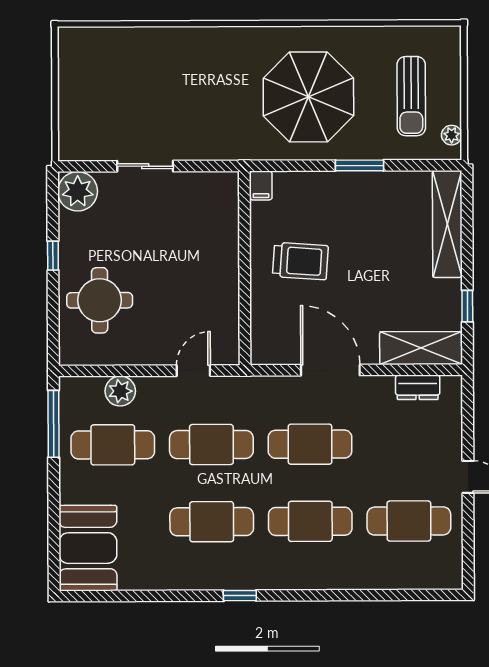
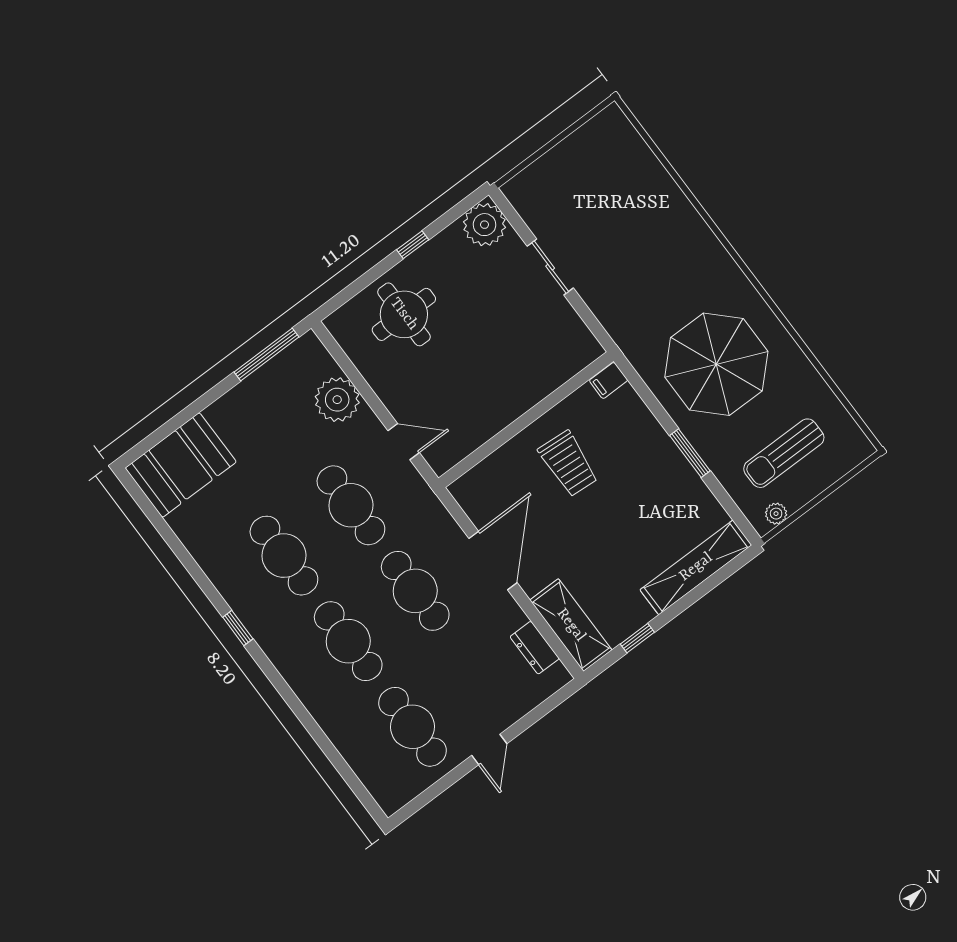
plant: (120, 391) -> (337, 400), width x1.36, depth x1.36
cafe table: (113, 445) -> (287, 420), removed

